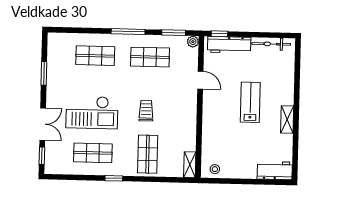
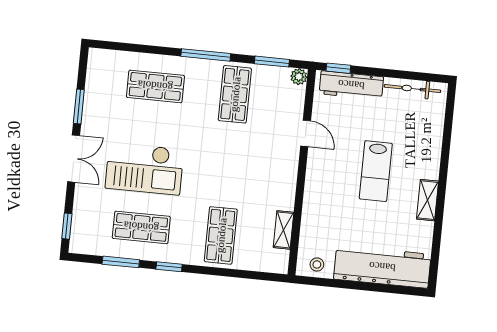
shop shelf: (150, 57) -> (235, 94), turned 90
lab bench: (250, 102) -> (376, 171), turned 180
trolley: (146, 111) -> (223, 172), removed
double door: (43, 124) -> (74, 159), moved
shelving: (190, 165) -> (283, 230), moved
workbench: (275, 171) -> (382, 267), width x1.88, depth x1.32
window: (81, 177) -> (121, 262), added

